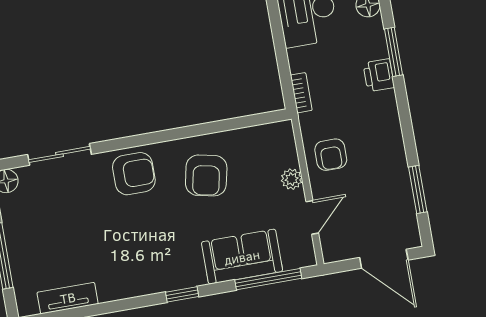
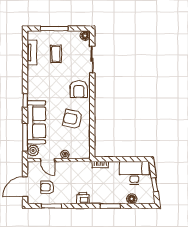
printer: (379, 75) -> (83, 198), moved
armchair: (331, 155) -> (47, 187), moved
coffee table: (61, 241) -> (56, 54), added
plant: (296, 255) -> (33, 151), added
sofa: (242, 257) -> (36, 122), width x1.36

